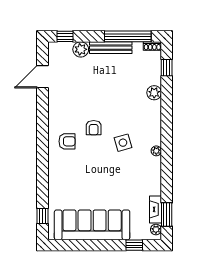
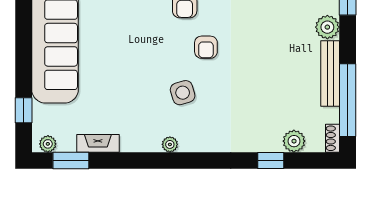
window: (167, 68) -> (271, 160), moved
plant: (154, 93) -> (294, 141), moved
armchair: (94, 128) -> (206, 47), turned -90
fireplace: (156, 209) -> (98, 143), moved

